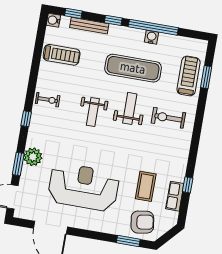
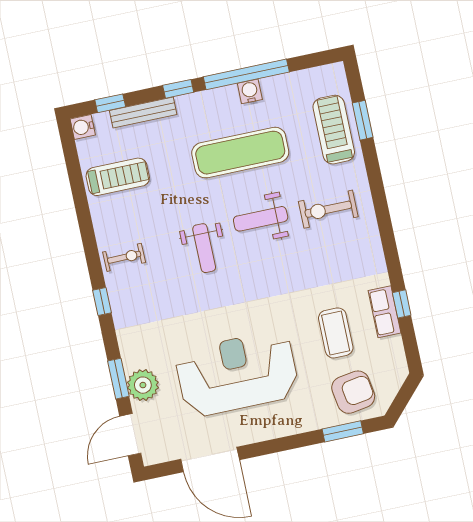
weight bench: (130, 108) -> (261, 219), turned -90
plant: (33, 157) -> (143, 385), moved
row of seats: (175, 196) -> (385, 312), moved

